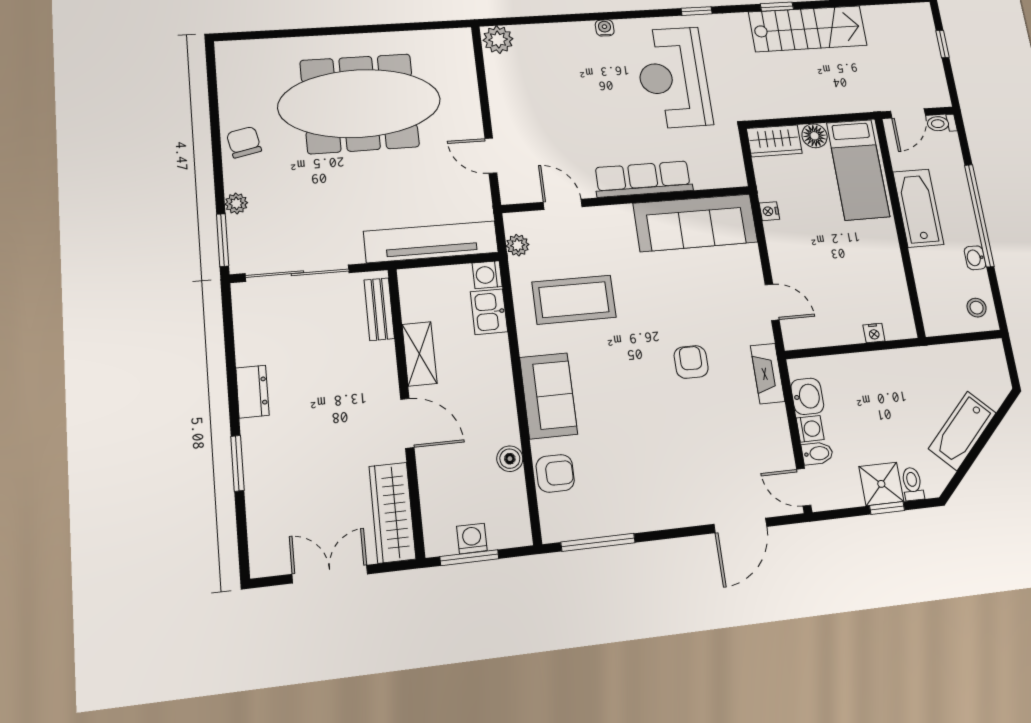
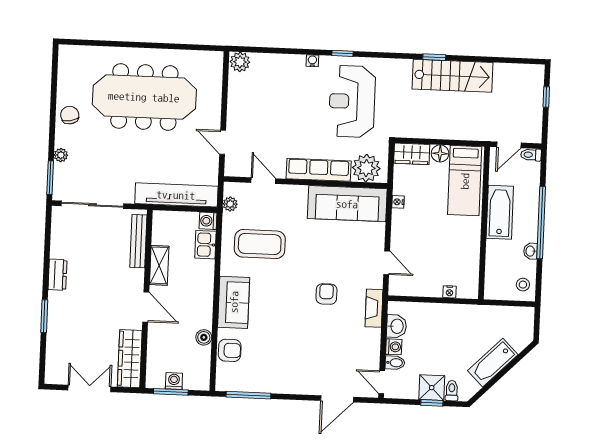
window: (697, 11) -> (343, 53), moved
plant: (713, 168) -> (366, 168), added
bench: (379, 309) -> (138, 241), width x1.36

